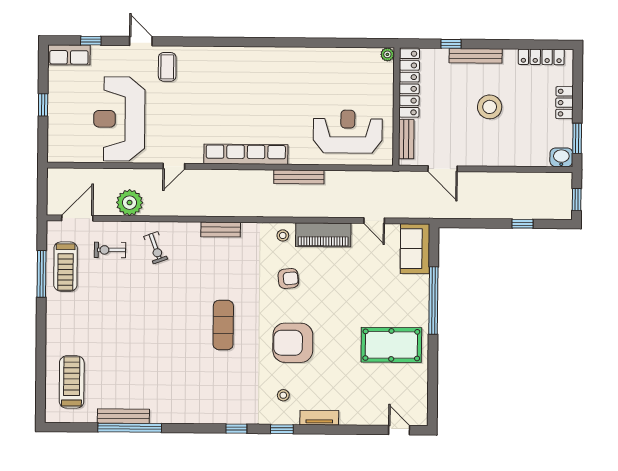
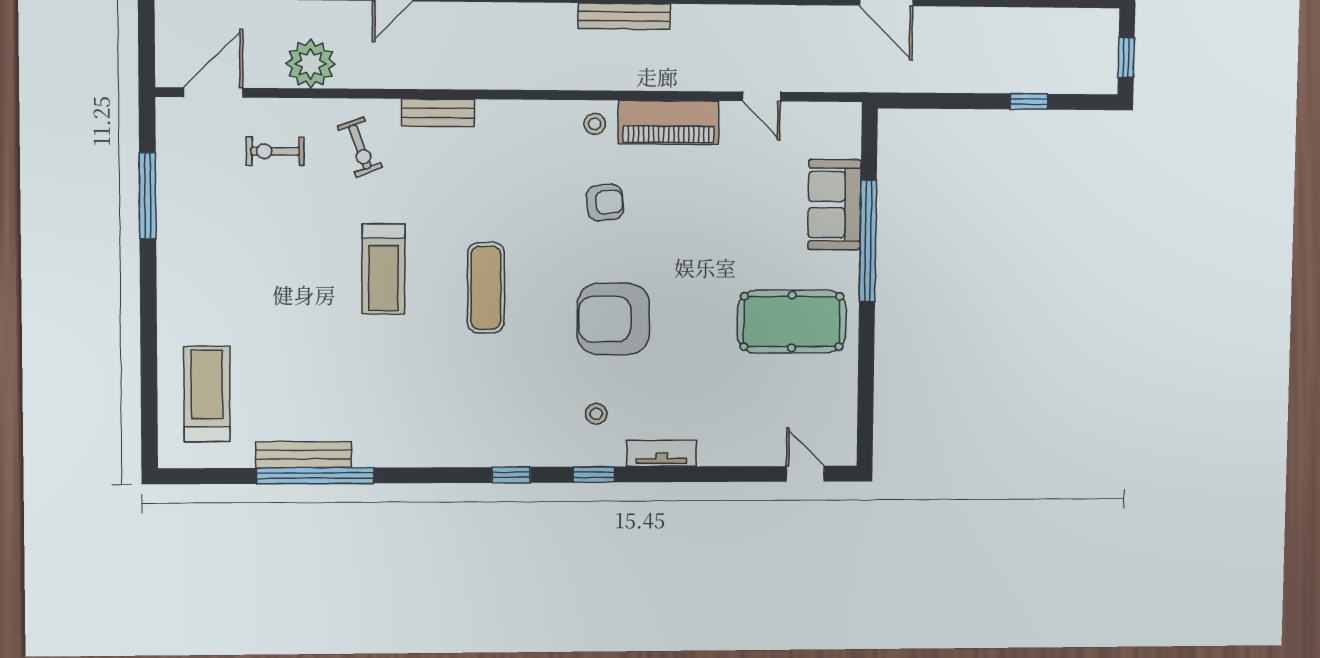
bench: (221, 229) -> (438, 113), moved
sofa: (415, 249) -> (834, 205), moved
treadmill: (66, 267) -> (383, 269), moved

